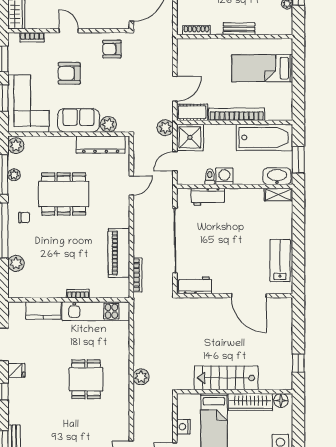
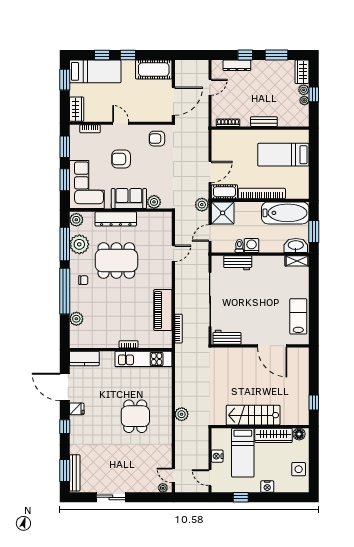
dresser: (101, 145) -> (116, 219), moved
plant: (14, 175) -> (79, 244), width x1.88, depth x1.88
kitchen counter: (43, 310) -> (84, 358), moved

